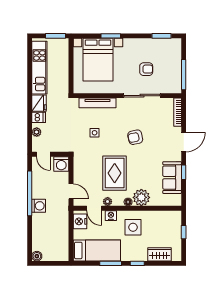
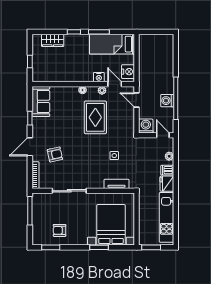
armchair: (146, 69) -> (59, 230), moved
tv unit: (98, 103) -> (117, 184), width x0.71
armchair: (135, 137) -> (55, 155), moved
sofa: (172, 178) -> (41, 101), moved
plant: (141, 197) -> (70, 94), removed
washing machine: (39, 206) -> (167, 101), moved
side table: (133, 227) -> (78, 66), removed
boiler: (37, 256) -> (169, 39), removed

